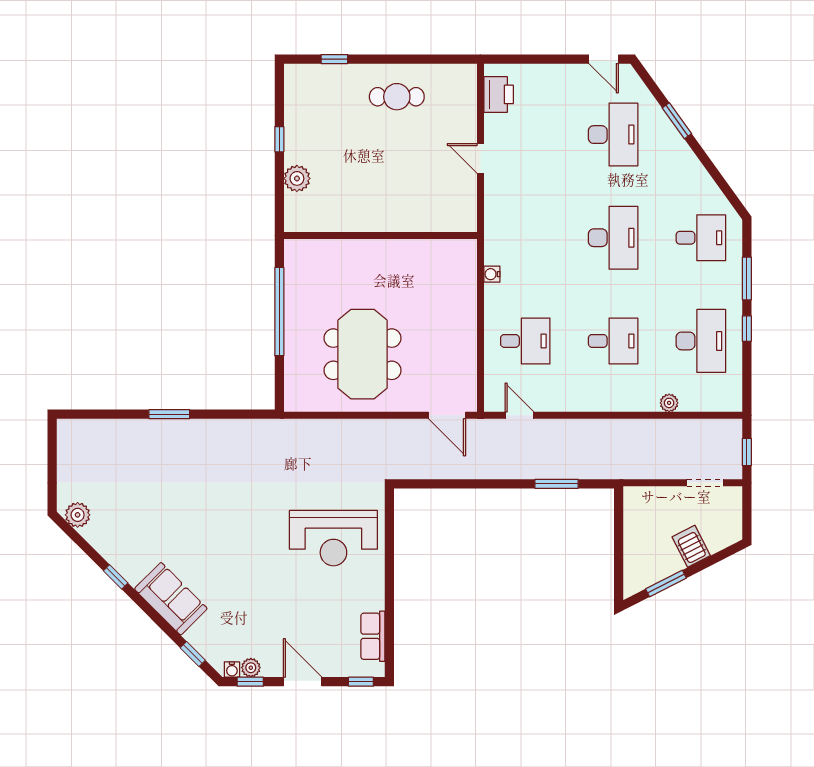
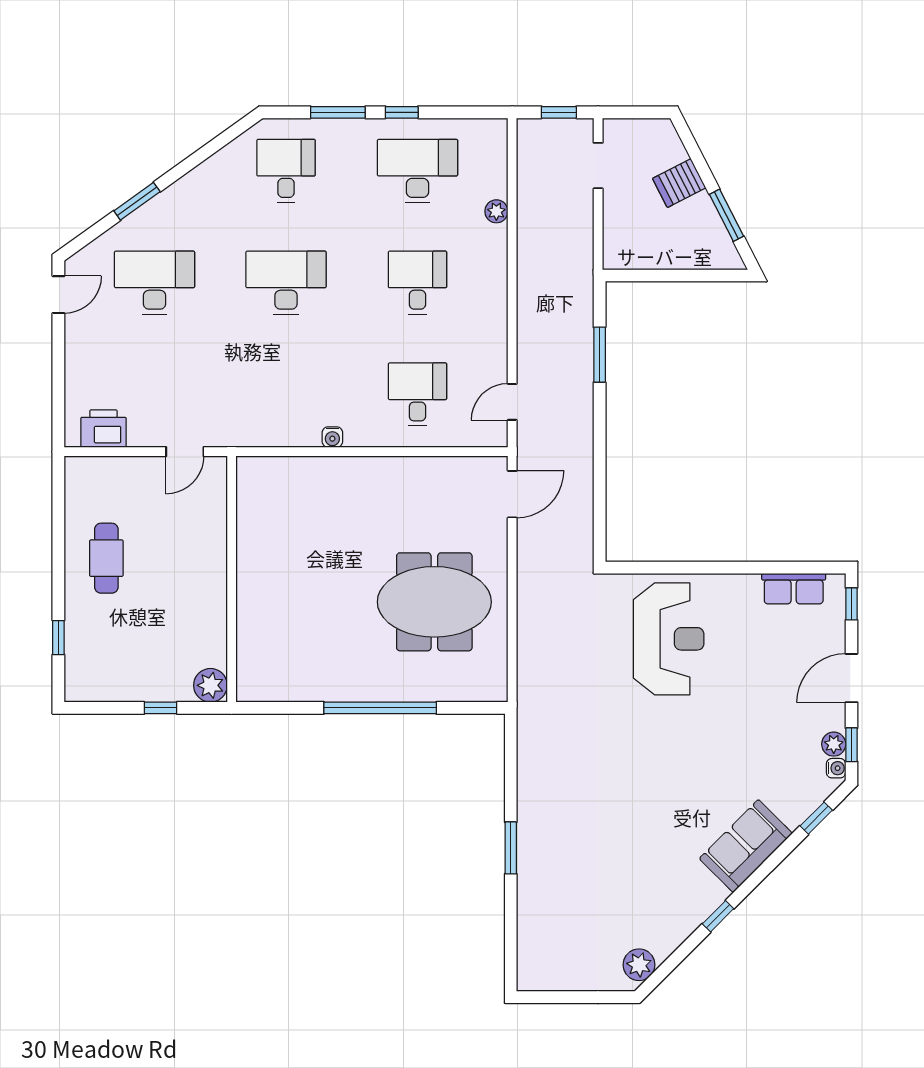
wall: (380, 235) -> (232, 579), moved

